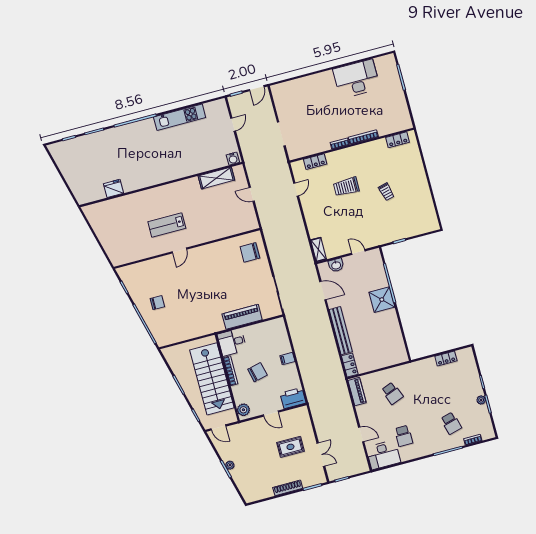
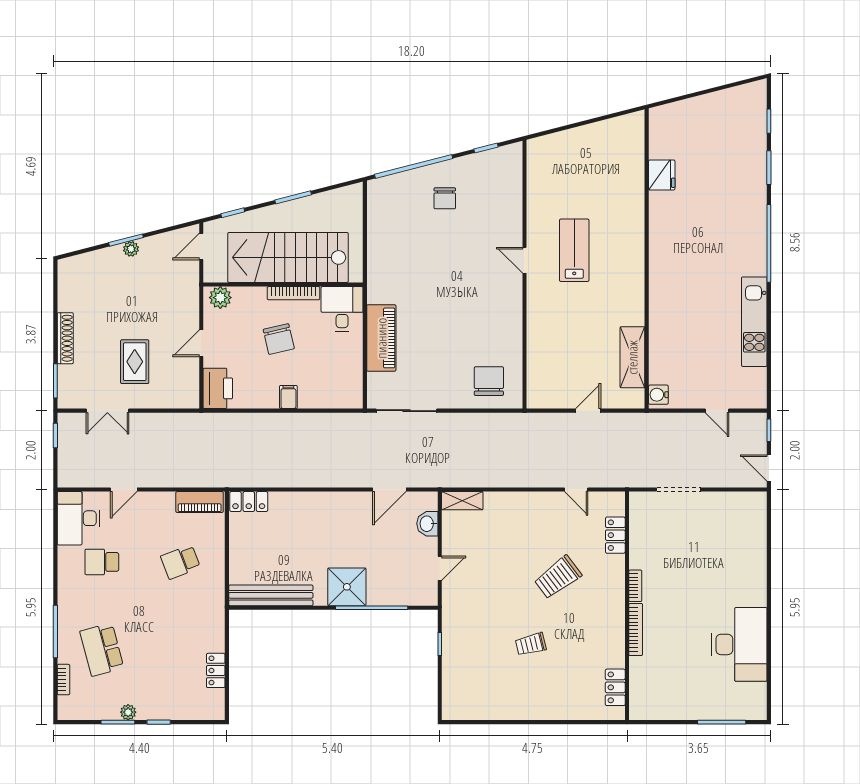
trolley: (346, 187) -> (558, 577), turned -127
bench: (341, 331) -> (271, 595), moved
school desk: (451, 423) -> (102, 650), width x1.85

